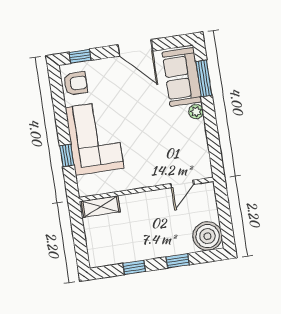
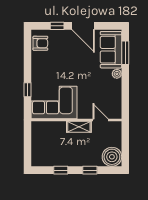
window: (80, 56) -> (57, 26), moved
corner sofa: (95, 138) -> (54, 102), moved, turned -90
door: (182, 184) -> (101, 120), swing flipped
shelving: (101, 207) -> (79, 127), moved

